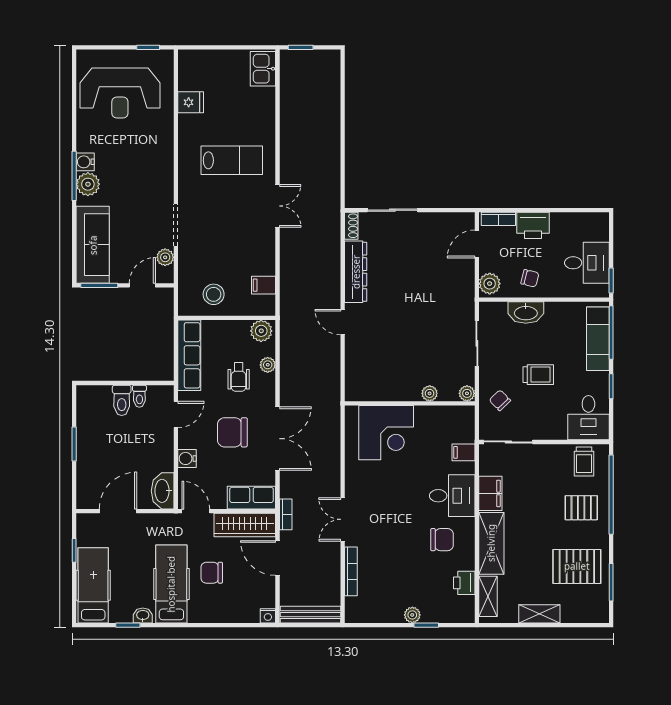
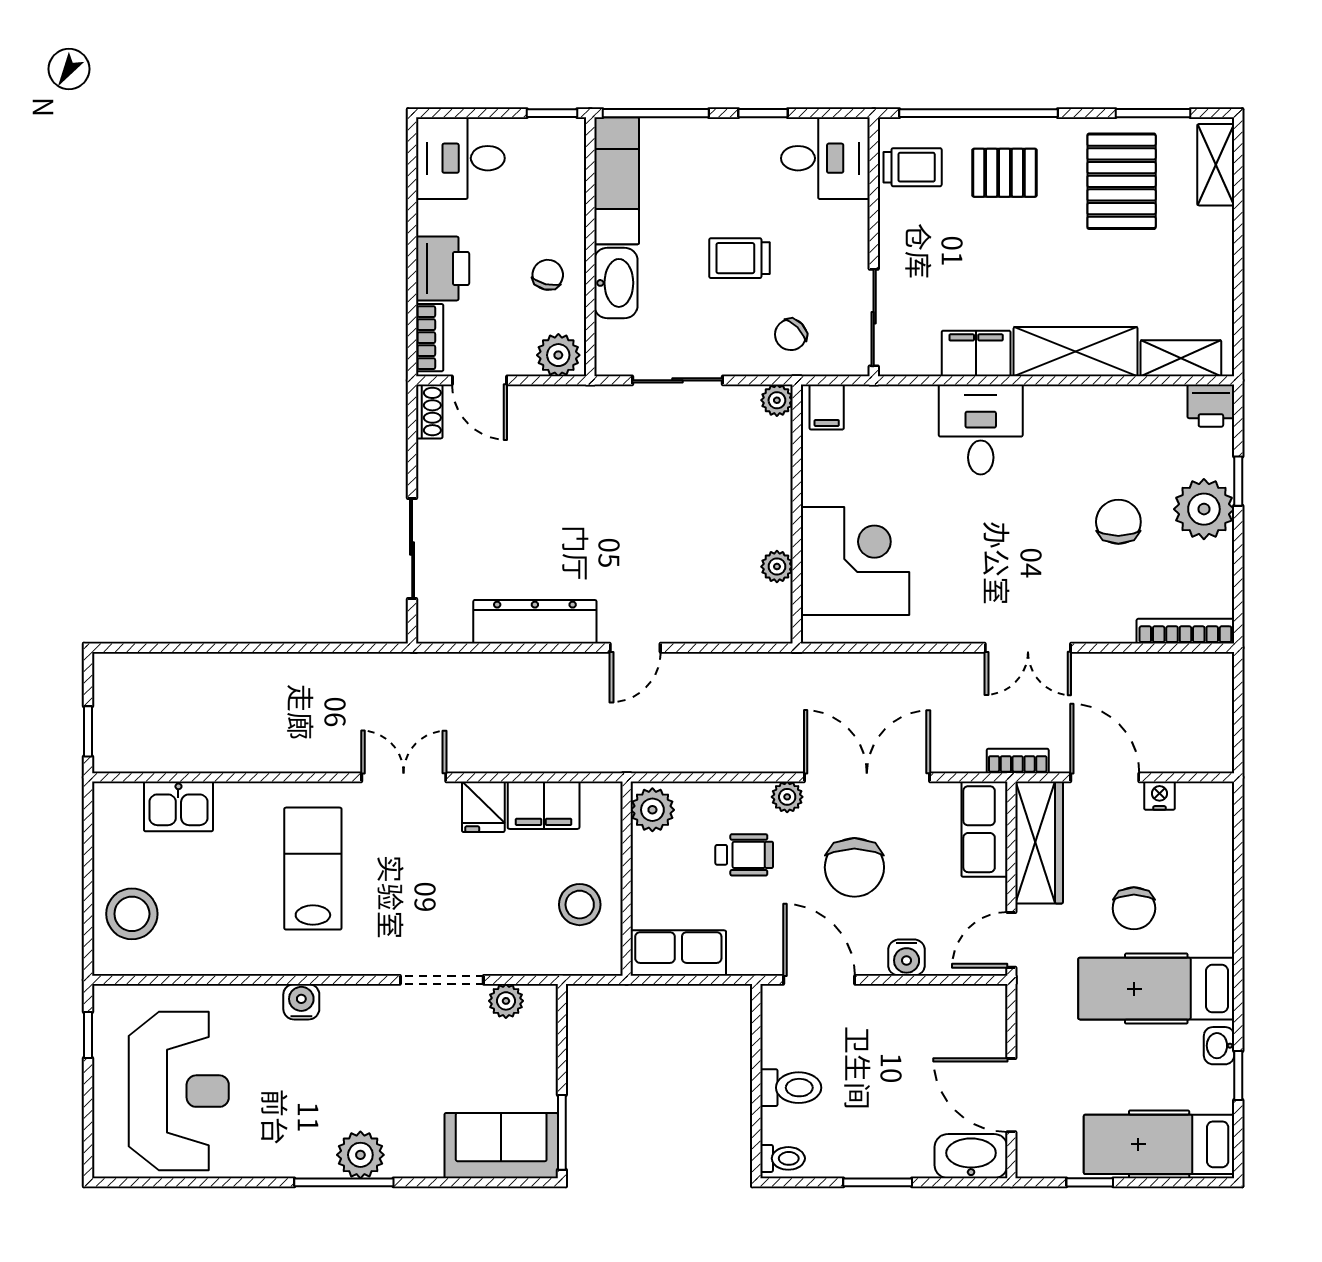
stool: (209, 69) -> (132, 914), added
kitchen sink: (263, 69) -> (178, 806), moved
fridge: (191, 102) -> (483, 807), moved, turned 180
water cooler: (85, 162) -> (301, 1002), moved, turned 180
shoe rack: (351, 226) -> (429, 412), moved, turned 90
sofa: (93, 245) -> (501, 1146), width x0.73
desk: (587, 263) -> (460, 158), moved, turned -90
door: (142, 285) -> (562, 1047), removed
filing cabinet: (264, 285) -> (544, 805), width x2.00
exam couch: (598, 339) -> (617, 181), moved, turned -90
row of seats: (189, 355) -> (678, 953), width x0.68
plant: (268, 365) -> (787, 797), moved
trolley: (538, 375) -> (740, 258), turned -90
plant: (430, 393) -> (777, 567), moved
toilet: (139, 396) -> (783, 1158), moved
door: (176, 415) -> (819, 980), width x1.38
filing cabinet: (463, 452) -> (827, 407), moved
washbasin: (163, 491) -> (971, 1156), moved, turned 180
pallet: (581, 508) -> (1005, 173), turned 90
chair: (442, 540) -> (1118, 522), moved
door: (278, 558) -> (1105, 777), swing flipped
bookcase: (351, 571) -> (1185, 631), moved
printer: (464, 583) -> (1211, 406), moved
shelving: (539, 614) -> (1216, 165), moved
bench: (310, 615) -> (1217, 712), removed
plant: (412, 615) -> (1204, 509), width x1.88, depth x1.88
nightstand: (268, 616) -> (1159, 796), moved, turned -90

